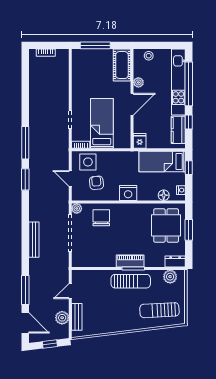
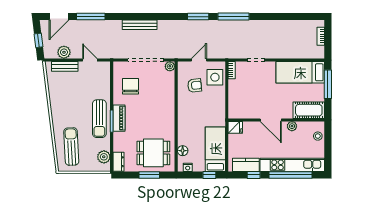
bed: (102, 123) -> (300, 72), moved, turned 180
nightstand: (128, 193) -> (185, 116), removed
chair: (101, 218) -> (131, 86), moved, turned -90

